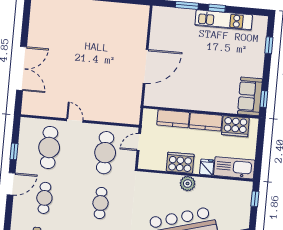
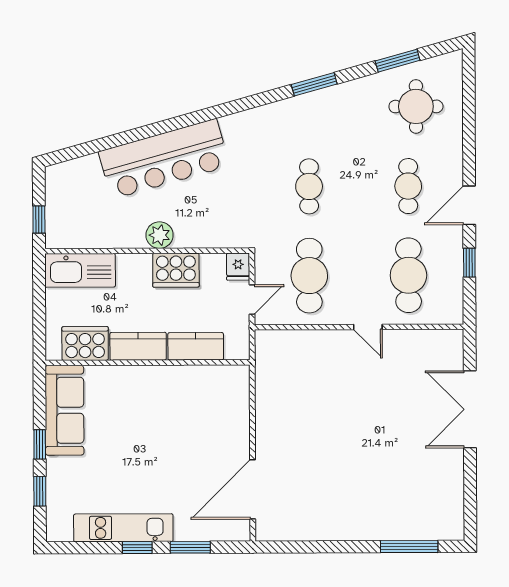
door: (146, 66) -> (253, 489), moved
sofa: (250, 96) -> (65, 410), width x1.36
window: (264, 99) -> (40, 444), moved
fridge: (207, 167) -> (238, 267), moved

